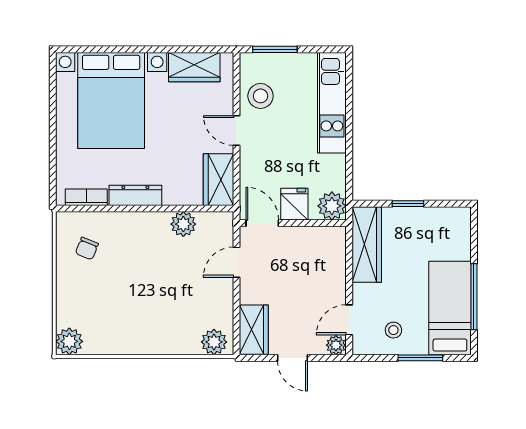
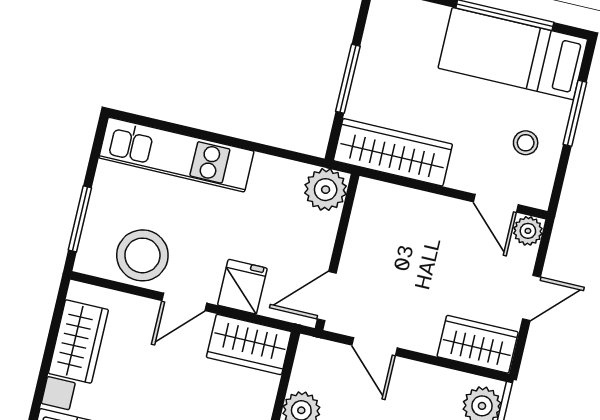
stool: (261, 96) -> (142, 255), width x1.38, depth x1.38
fridge: (294, 204) -> (242, 287), moved, turned 90
window: (408, 204) -> (348, 79), width x1.50

